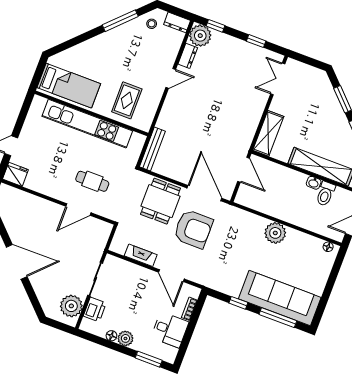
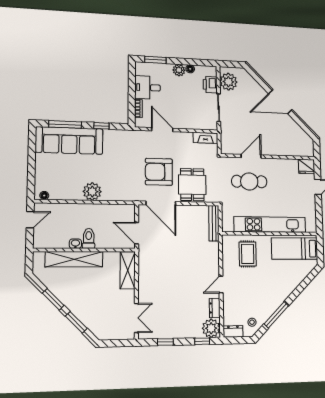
cafe table: (92, 181) -> (249, 181), width x1.37, depth x1.35
toilet: (325, 194) -> (89, 238), moved
fireplace: (141, 255) -> (205, 138), moved

